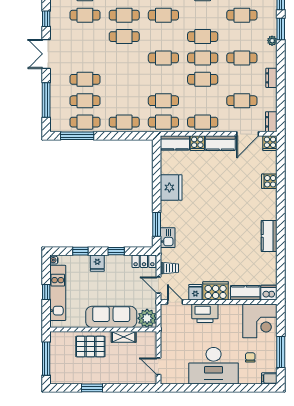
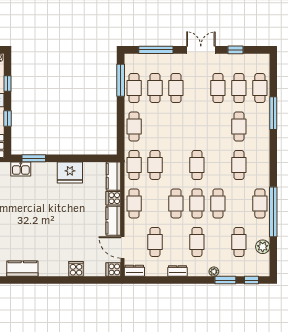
cafe table: (124, 37) -> (218, 88), moved

